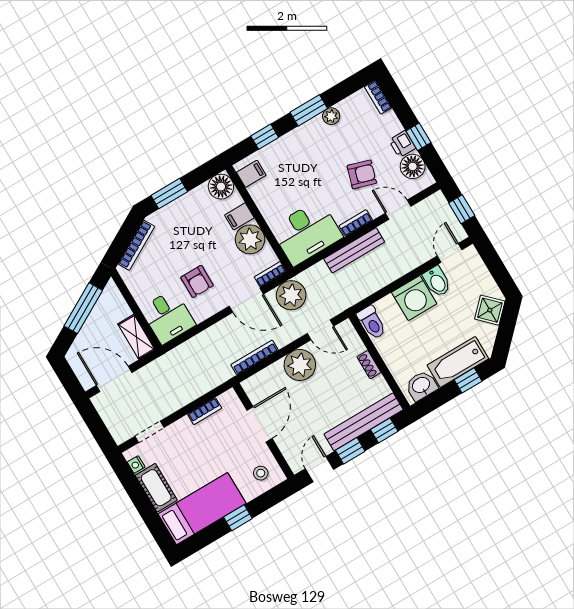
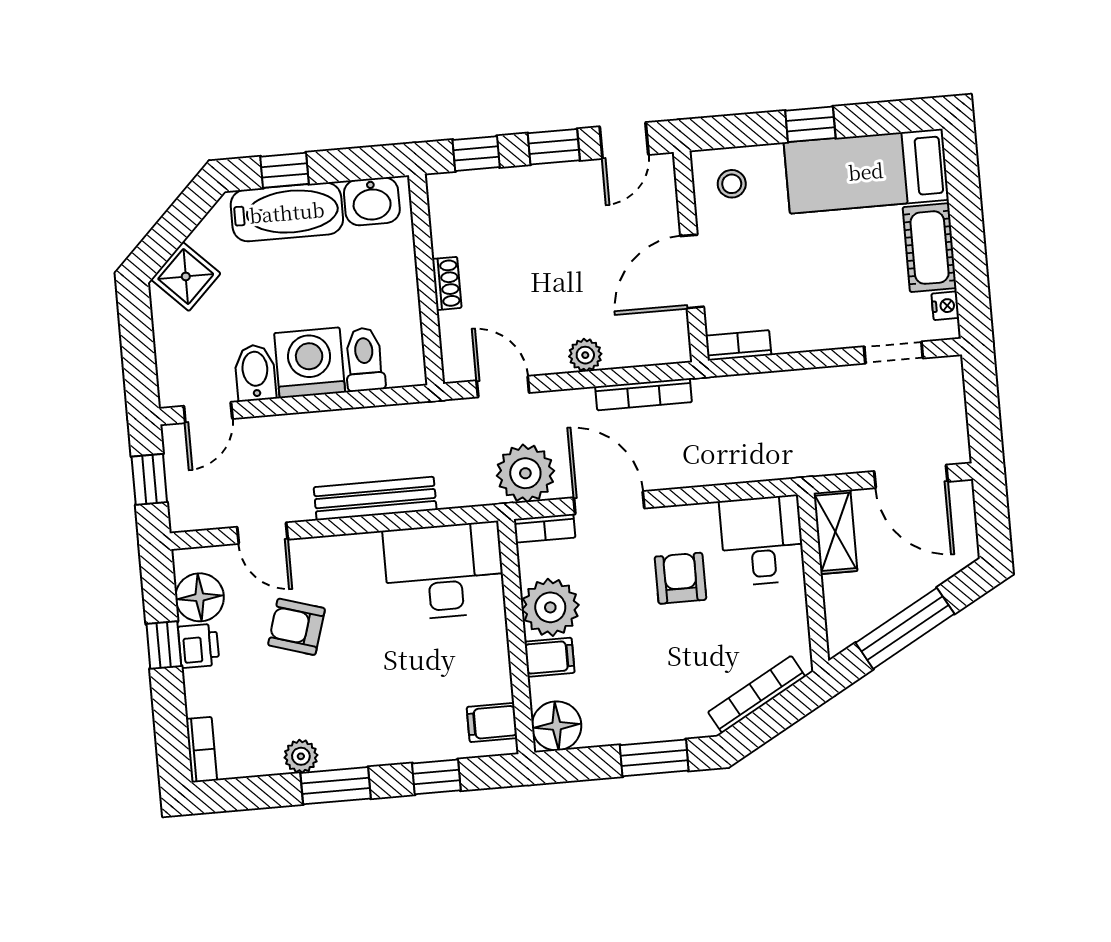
bookcase: (356, 223) -> (349, 546), removed
toilet: (372, 322) -> (365, 359), moved
plant: (300, 365) -> (585, 355), width x0.53, depth x0.53
bookcase: (205, 411) -> (738, 345), moved
bench: (364, 422) -> (505, 187), removed

